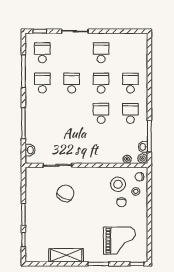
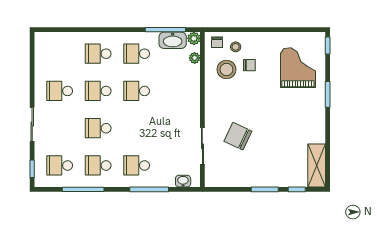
school desk: (42, 113) -> (137, 165), added
washbasin: (143, 147) -> (173, 40), width x1.91, depth x1.45
shelving: (66, 255) -> (317, 165), moved

